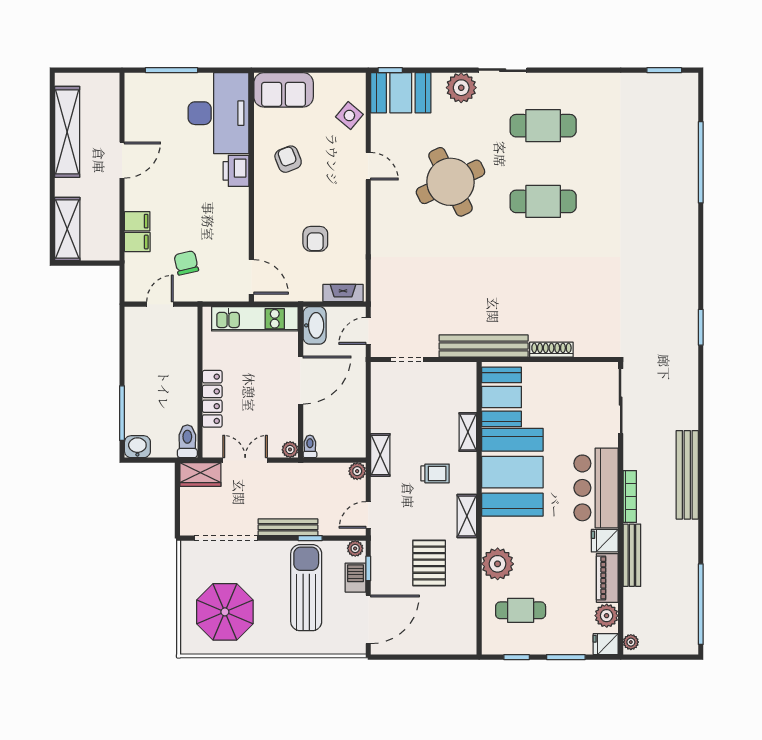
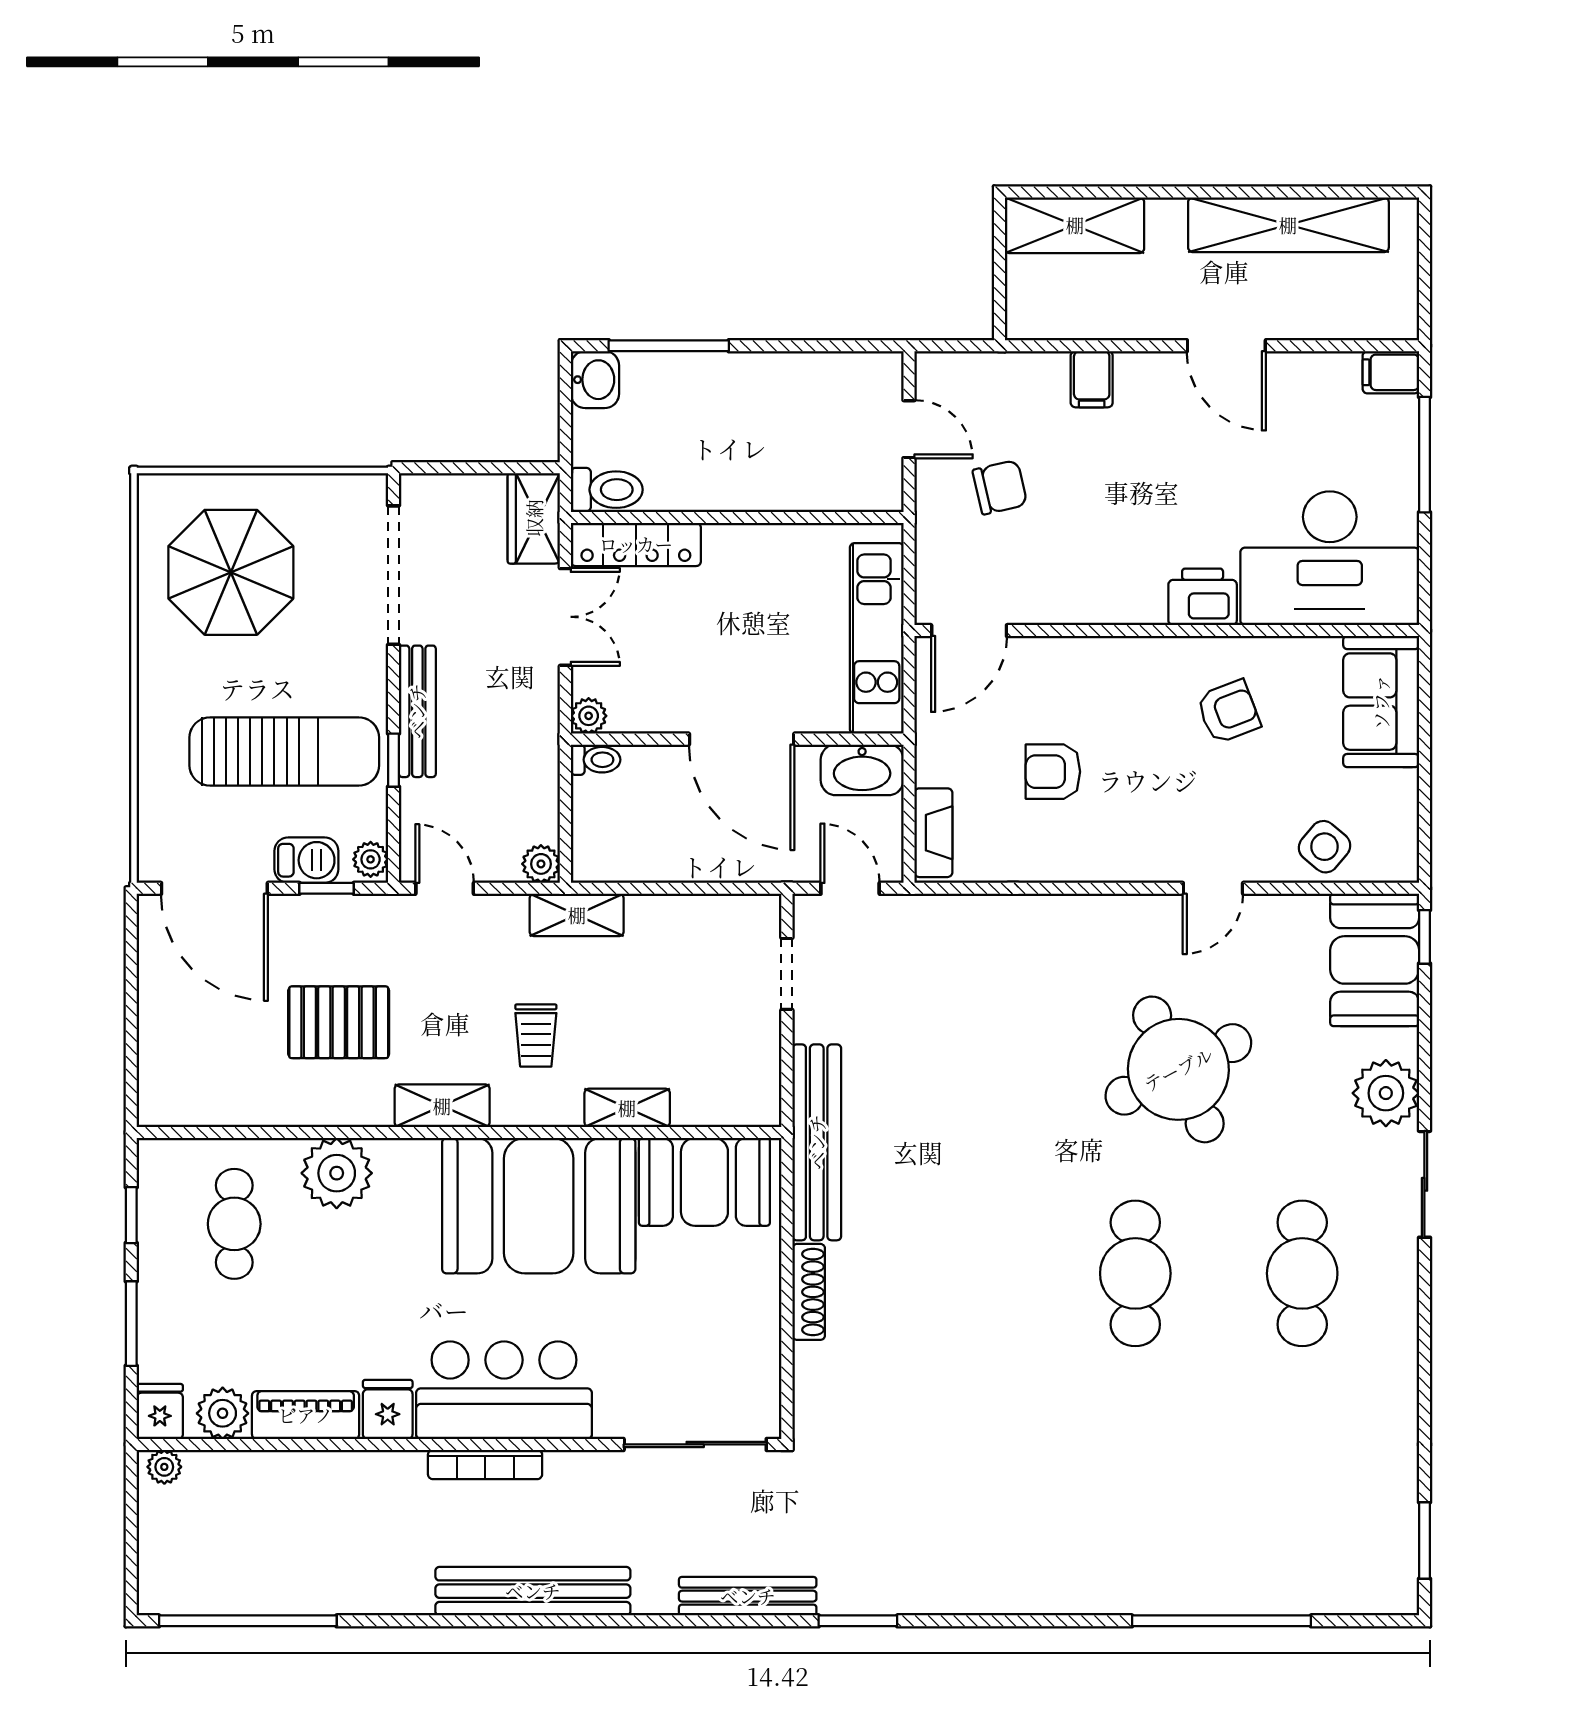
filing cabinet: (137, 242) -> (1391, 372), moved, turned 90
locker: (212, 399) -> (636, 544), moved
bench: (632, 555) -> (748, 1596), moved

